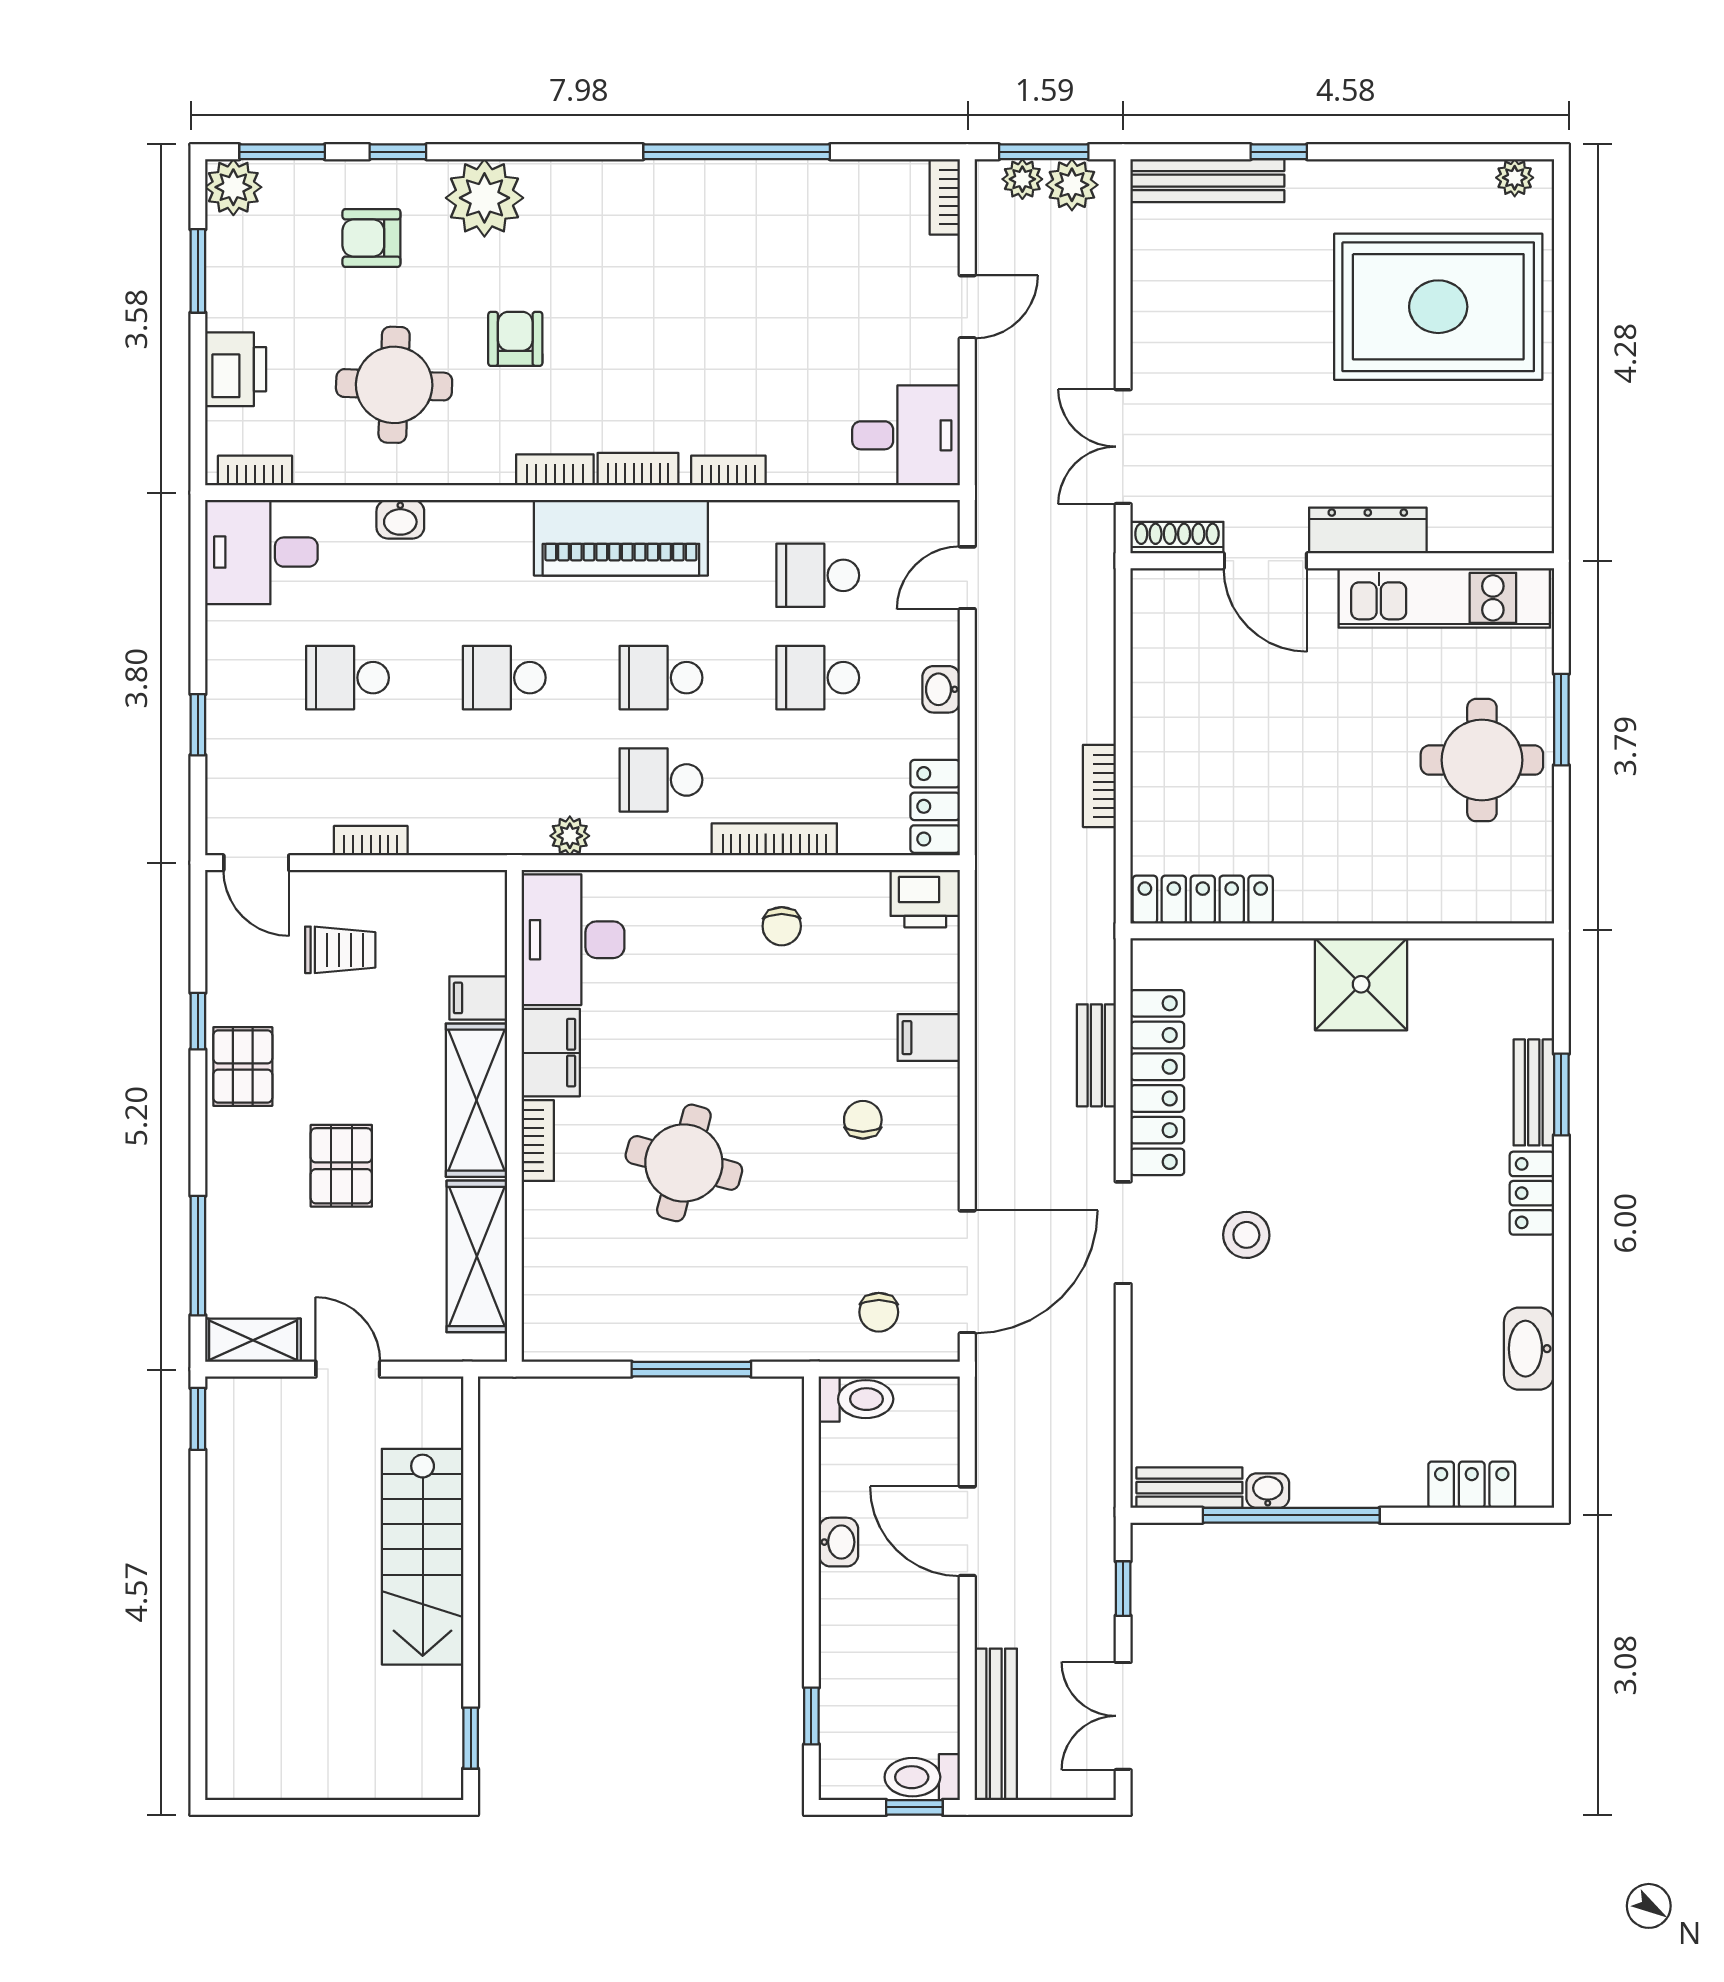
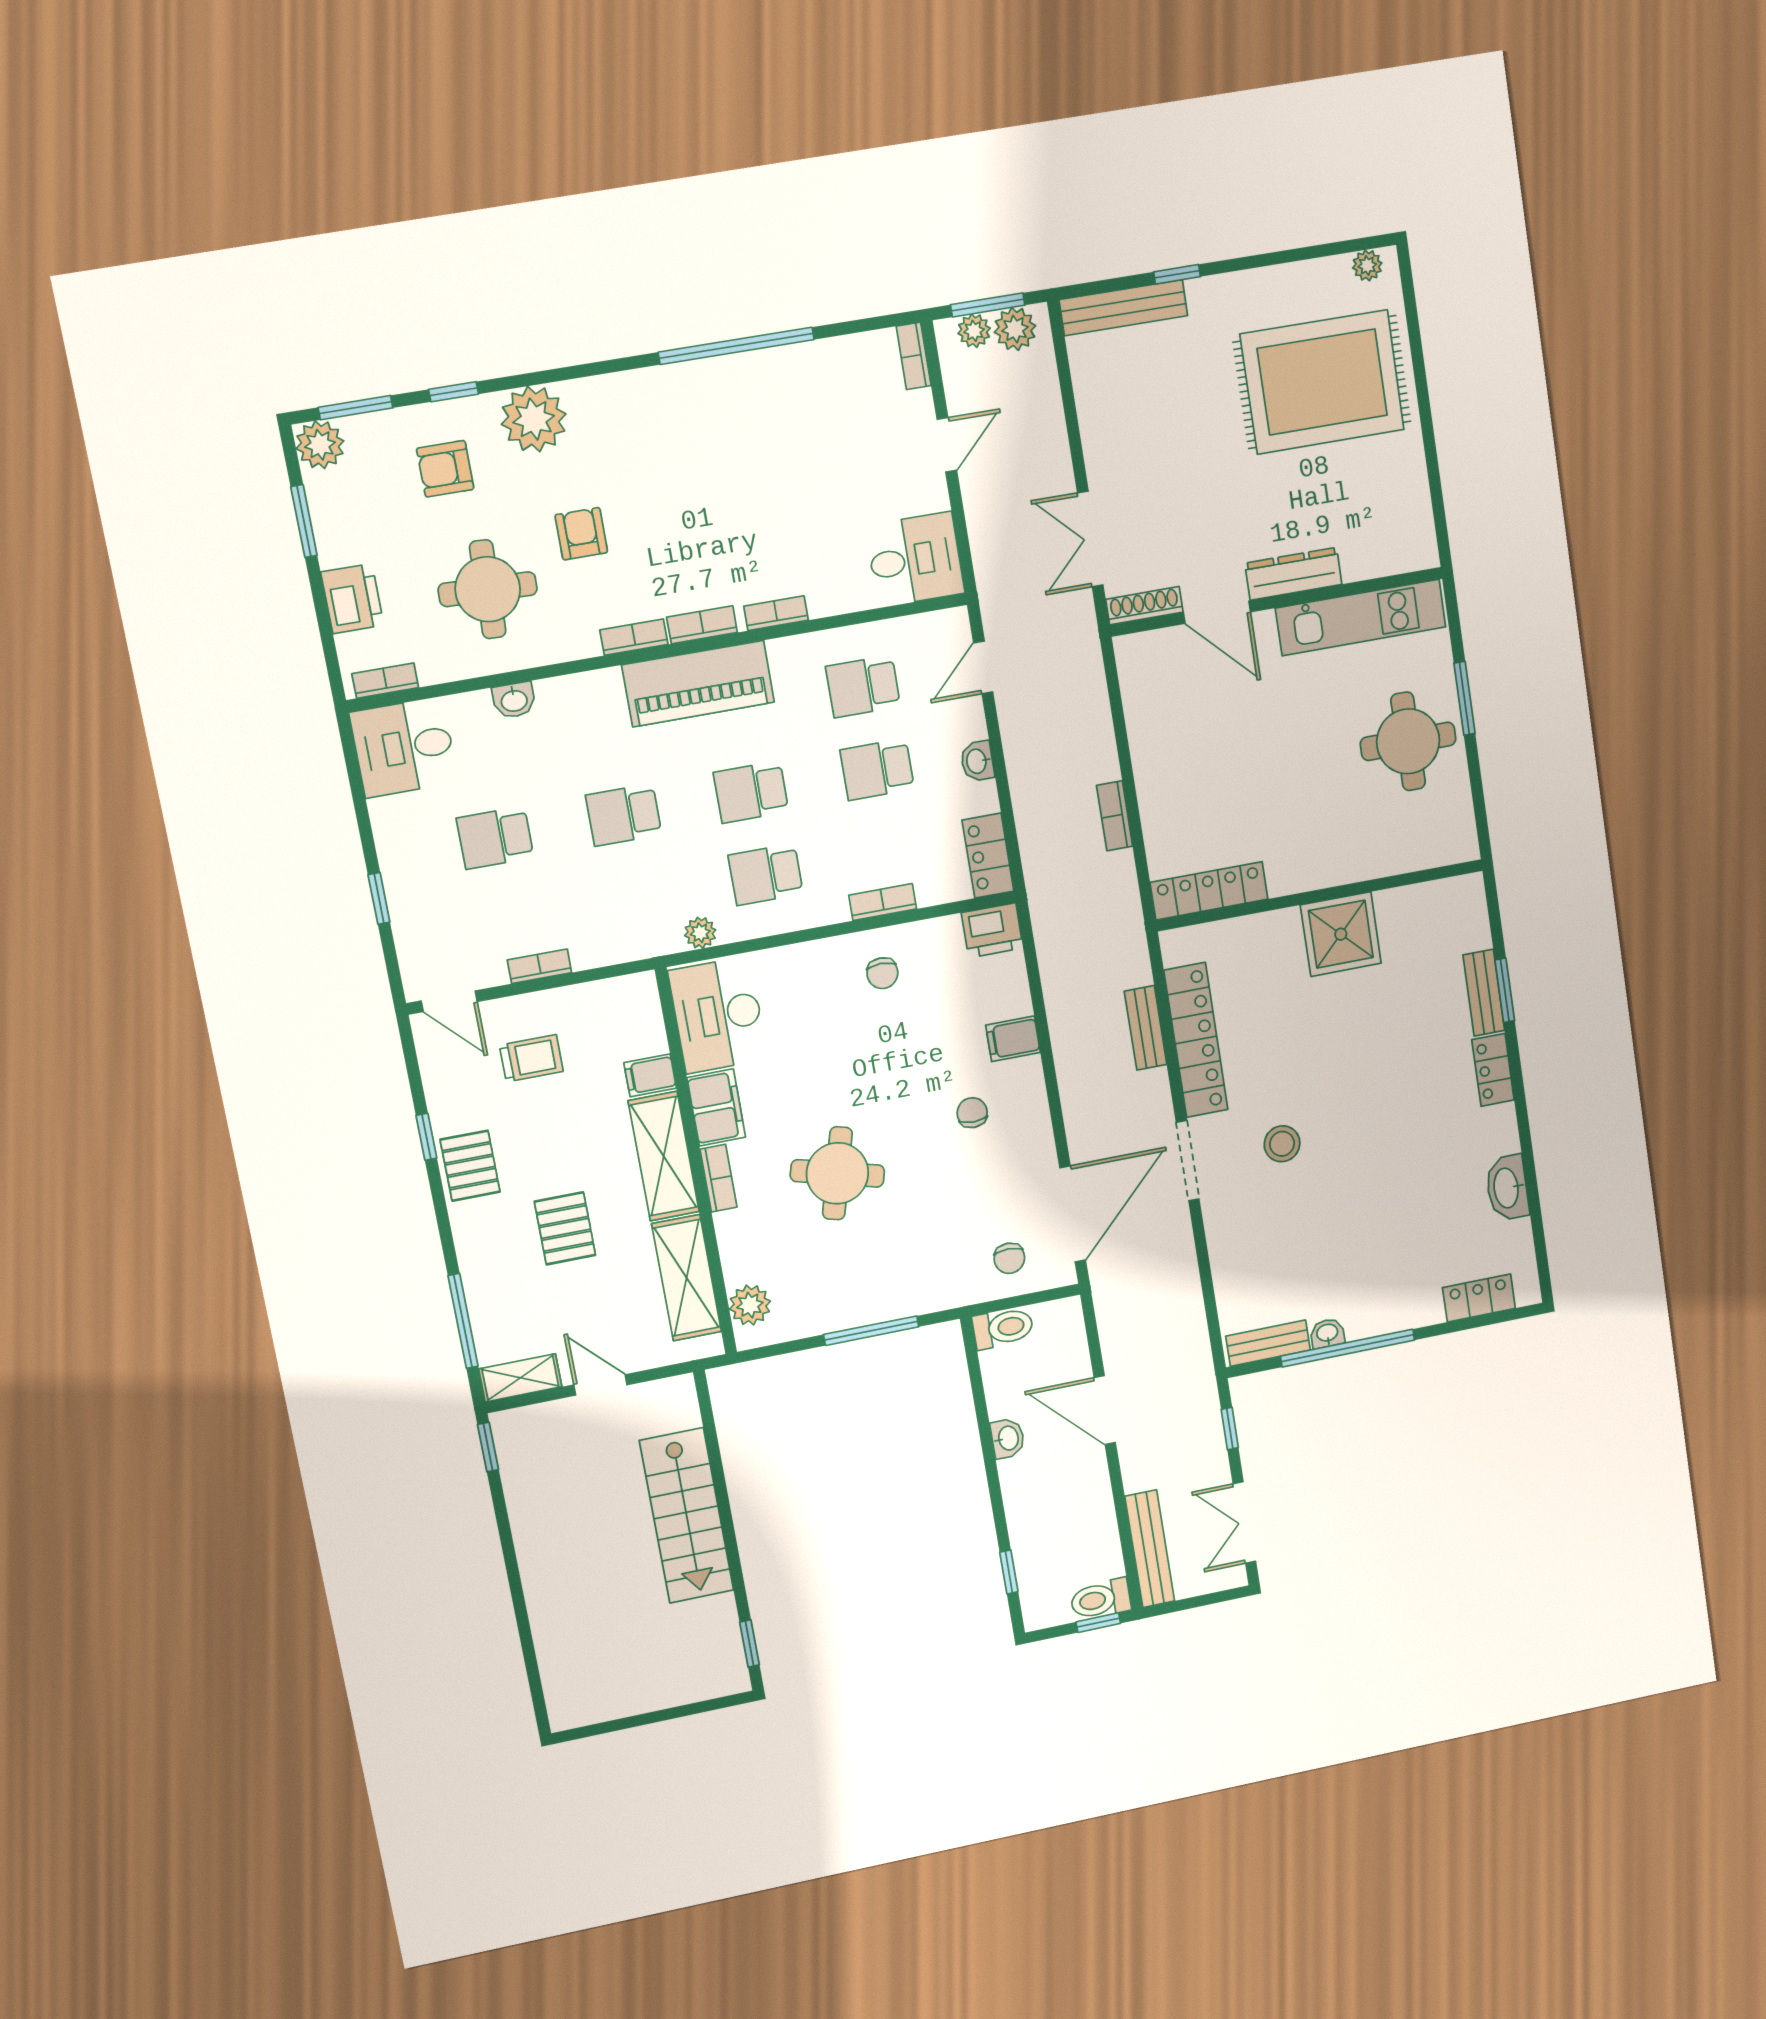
bookcase: (774, 839) -> (883, 902), width x0.64
plant: (548, 1306) -> (750, 1305), added

